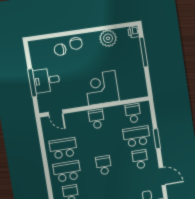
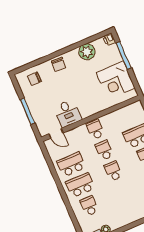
chair: (60, 50) -> (34, 79), moved
desk: (47, 80) -> (68, 113), moved, turned -90
corner desk: (102, 88) -> (116, 80), moved, turned -90
school desk: (133, 113) -> (104, 150), moved

